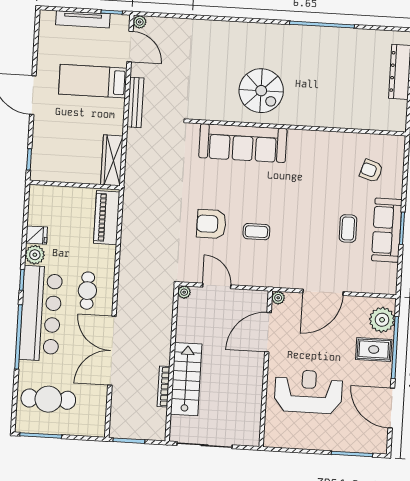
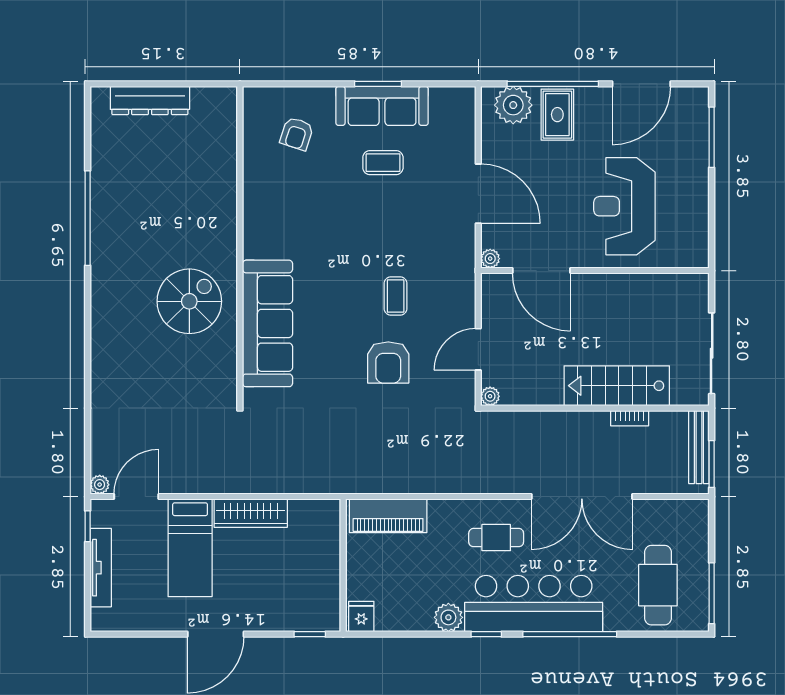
bench: (135, 102) -> (699, 447), moved, turned 90
wardrobe: (112, 160) -> (251, 513), moved
fridge: (37, 235) -> (361, 616), moved
bookcase: (164, 387) -> (630, 418), width x0.64

